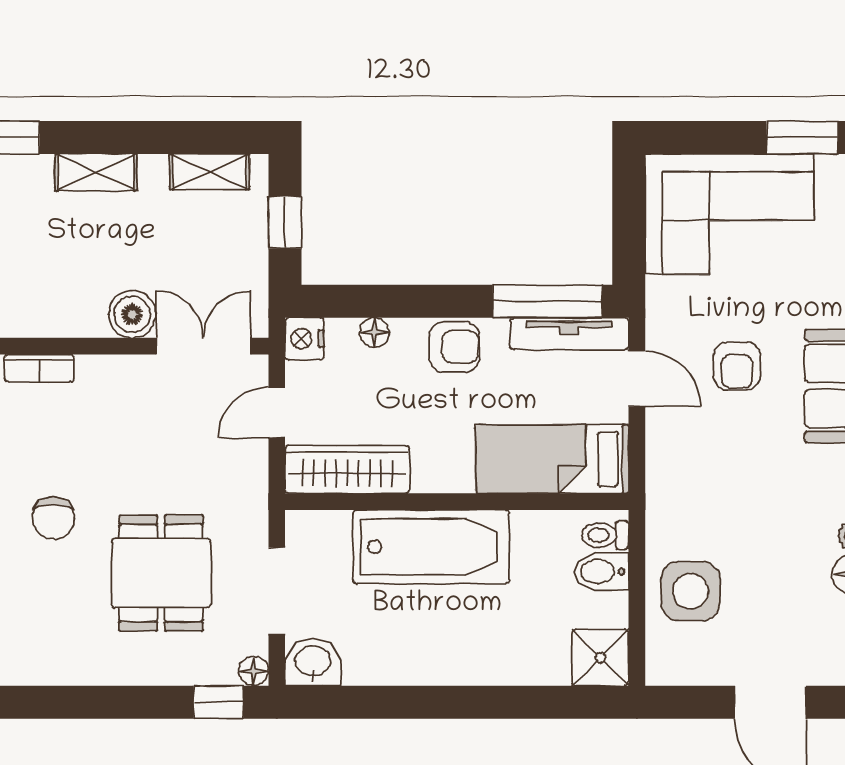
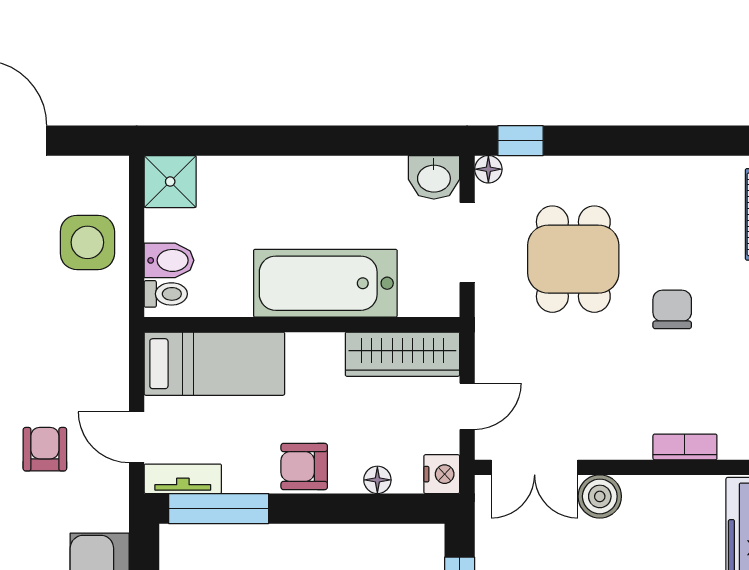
tv unit: (569, 334) -> (183, 479), width x0.71

